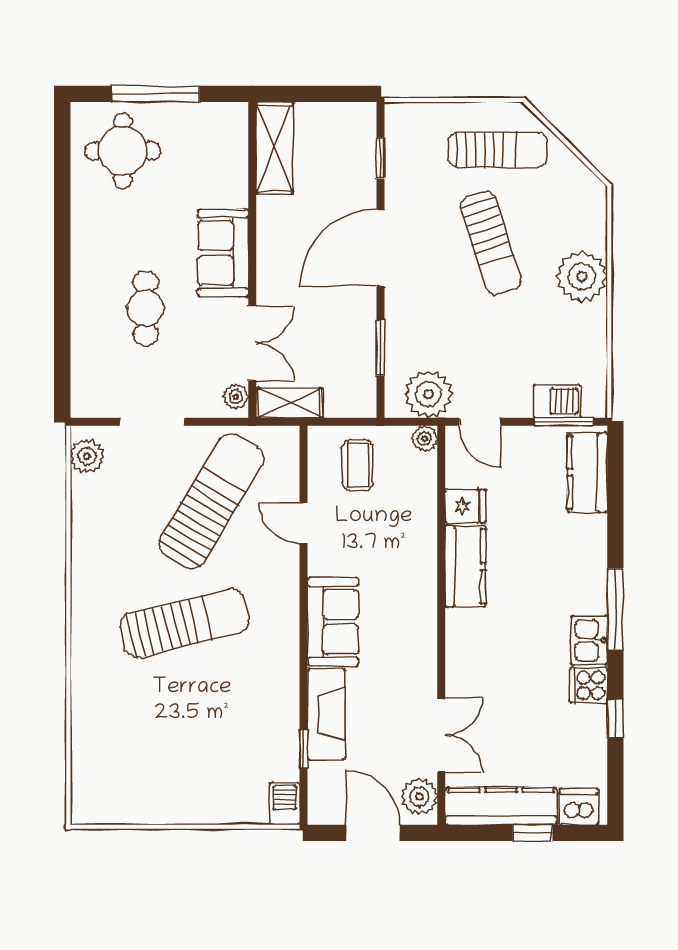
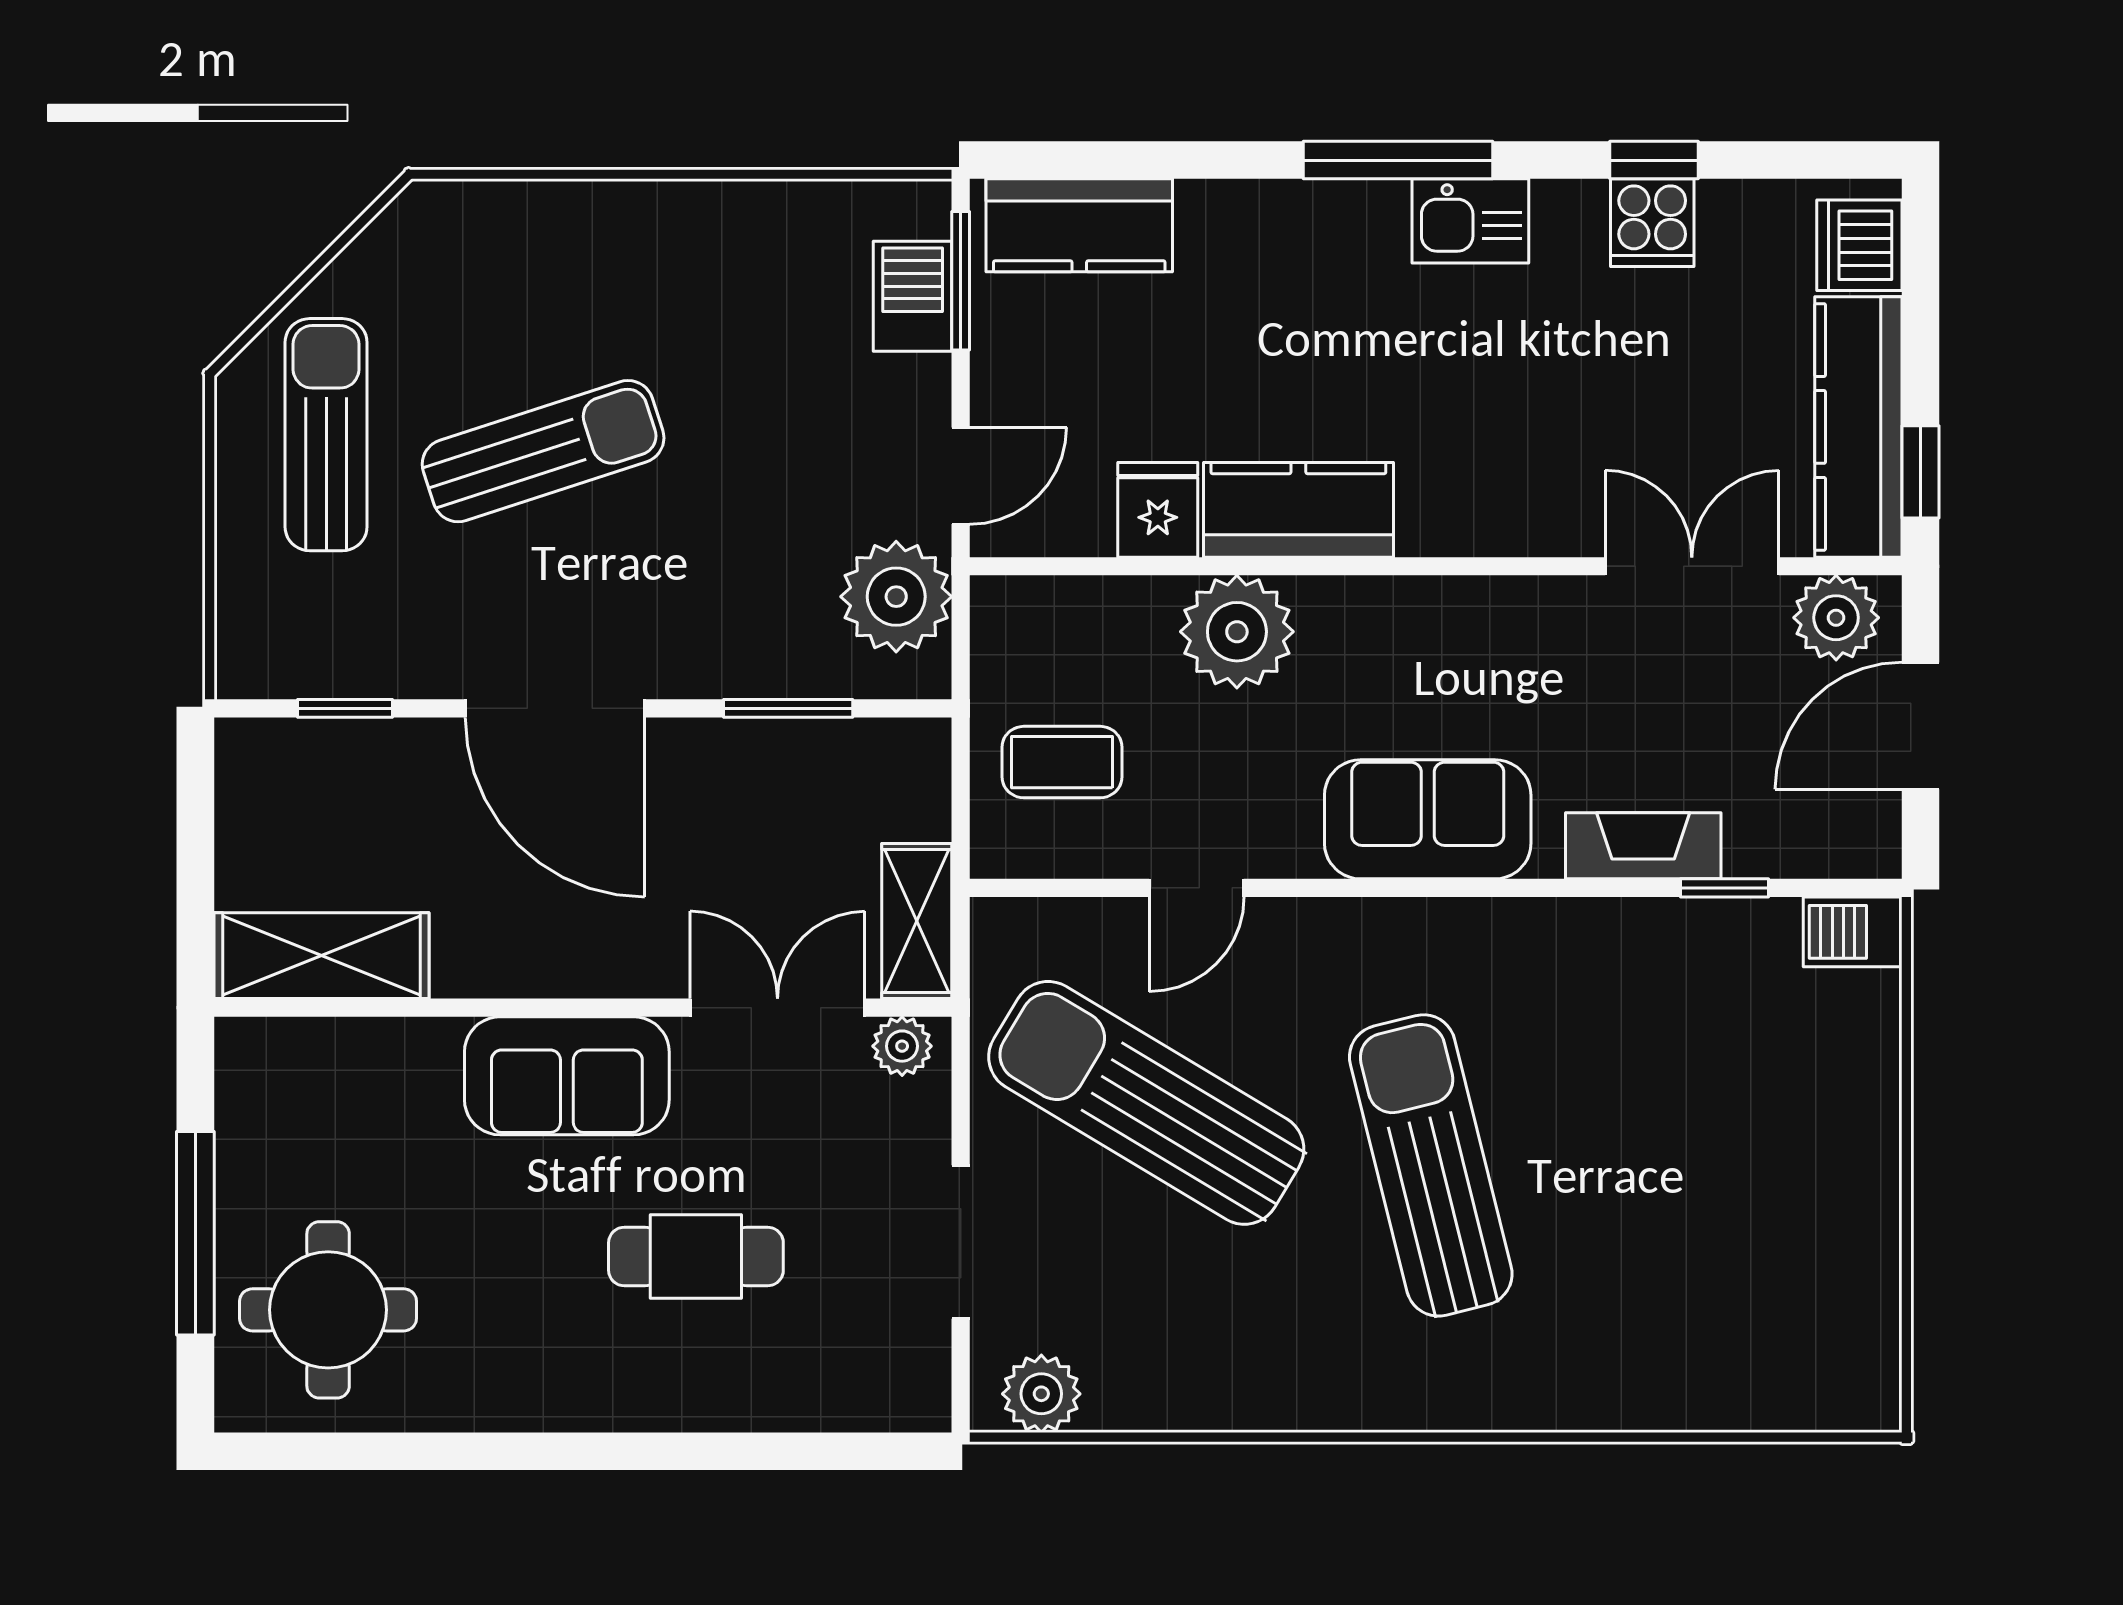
plant: (582, 277) -> (622, 238), removed
plant: (425, 438) -> (1237, 632), moved, width x1.88, depth x1.88
cooker: (589, 685) -> (1652, 223), moved
fireplace: (326, 714) -> (1643, 846), width x0.73, depth x0.76
window: (533, 833) -> (1921, 472), moved

